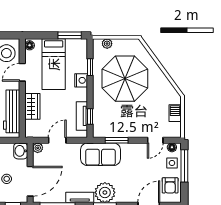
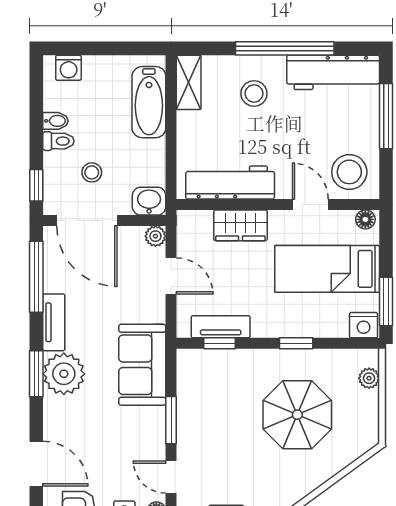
window: (90, 67) -> (296, 343), moved
parasol: (125, 79) -> (297, 415), width x0.73, depth x0.73
nightstand: (81, 80) -> (364, 325), moved
window: (117, 140) -> (171, 420), moved

